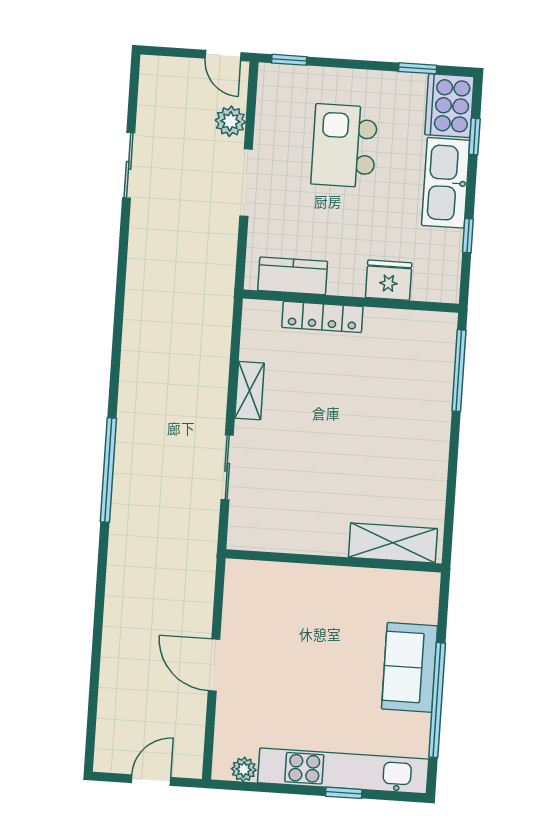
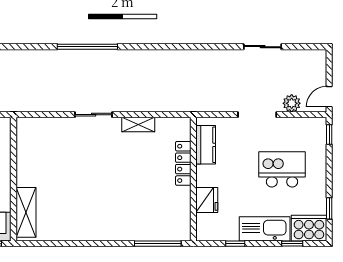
shelving: (393, 543) -> (26, 212), moved
wall: (334, 561) -> (13, 179), moved

